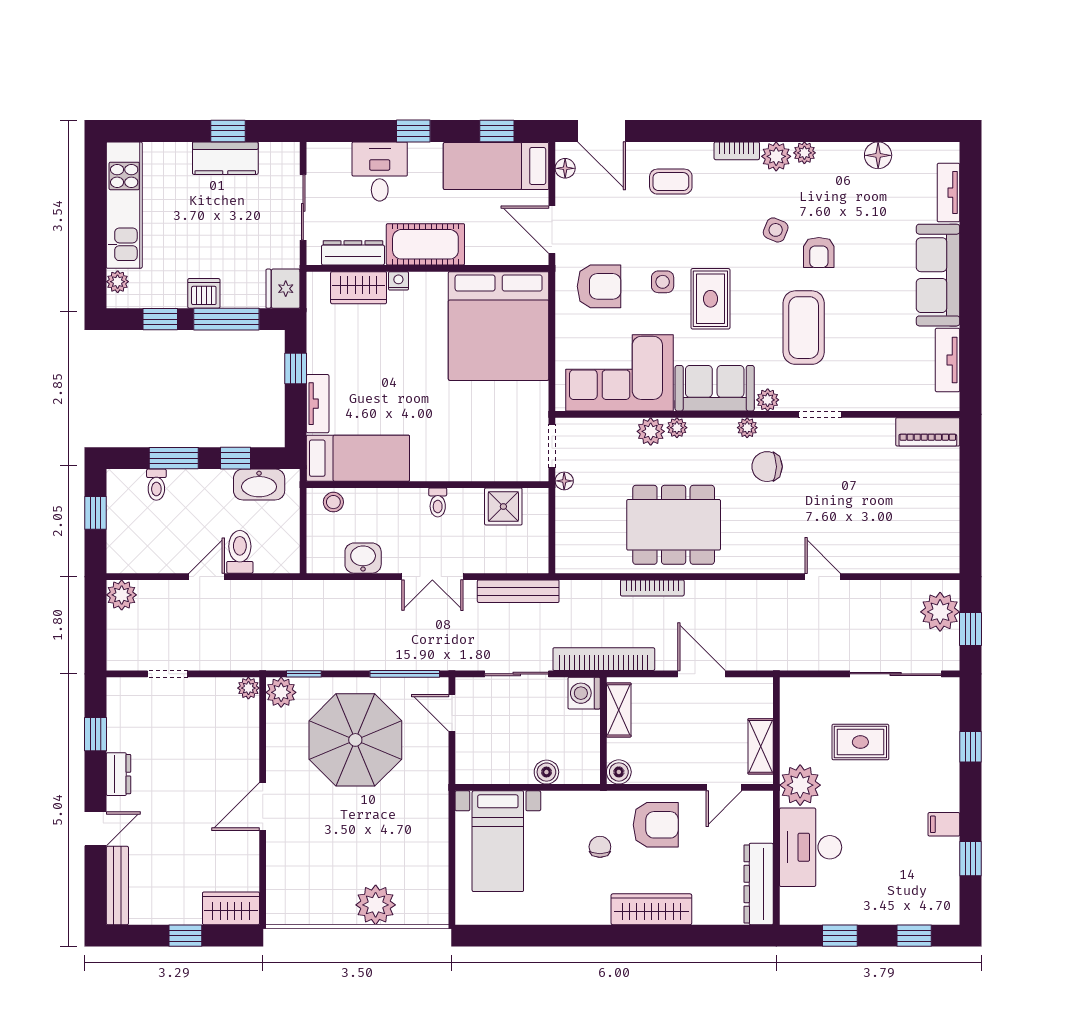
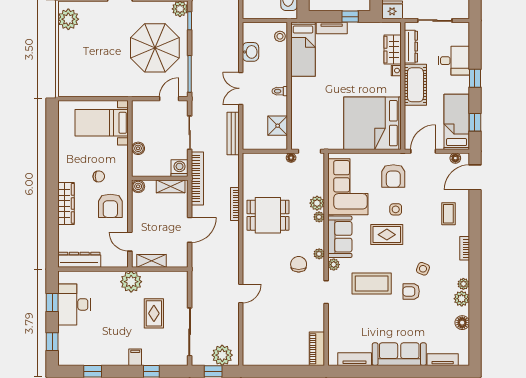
plant: (776, 156) -> (462, 299), moved
dining table: (674, 525) -> (268, 215), width x0.73
filing cabinet: (944, 824) -> (135, 357), moved
desk: (811, 847) -> (74, 304), moved, turned -90
plant: (376, 905) -> (68, 19), moved

